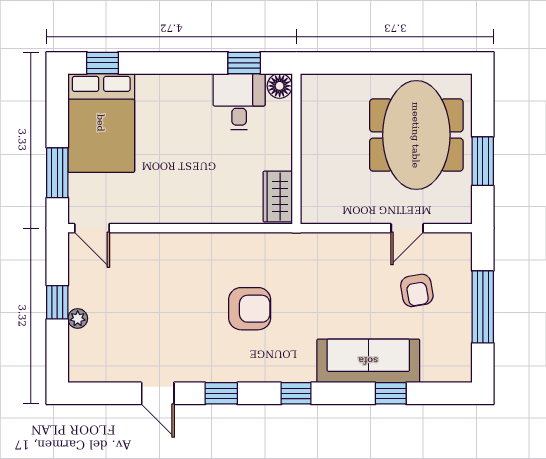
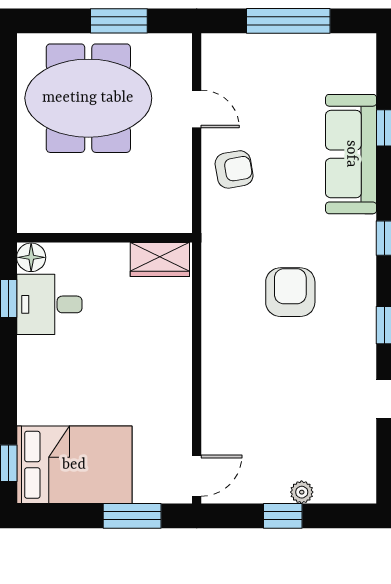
armchair: (417, 290) -> (234, 169), moved

